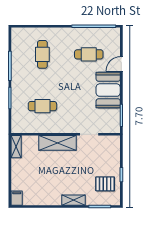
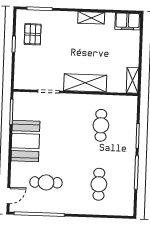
door: (121, 64) -> (8, 195), moved
cafe table: (42, 106) -> (101, 125), turned 90
pallet: (105, 184) -> (33, 34), turned 90
filing cabinet: (17, 198) -> (128, 21), width x2.00
shelving: (74, 200) -> (91, 18), moved

